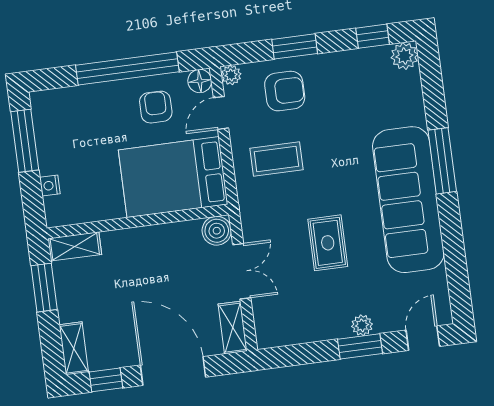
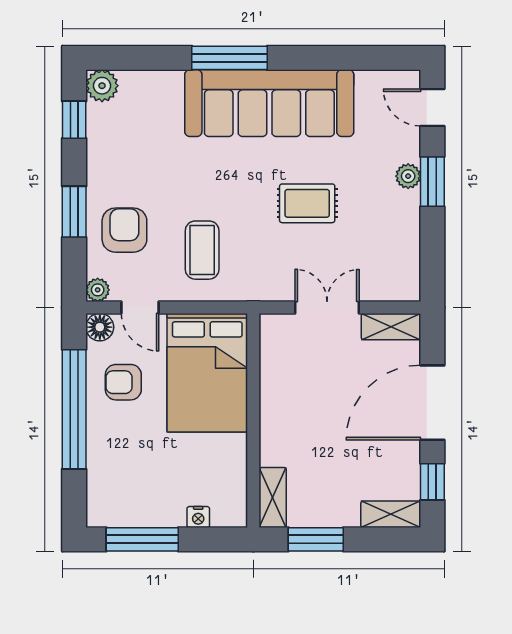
boiler: (217, 231) -> (276, 330), removed

